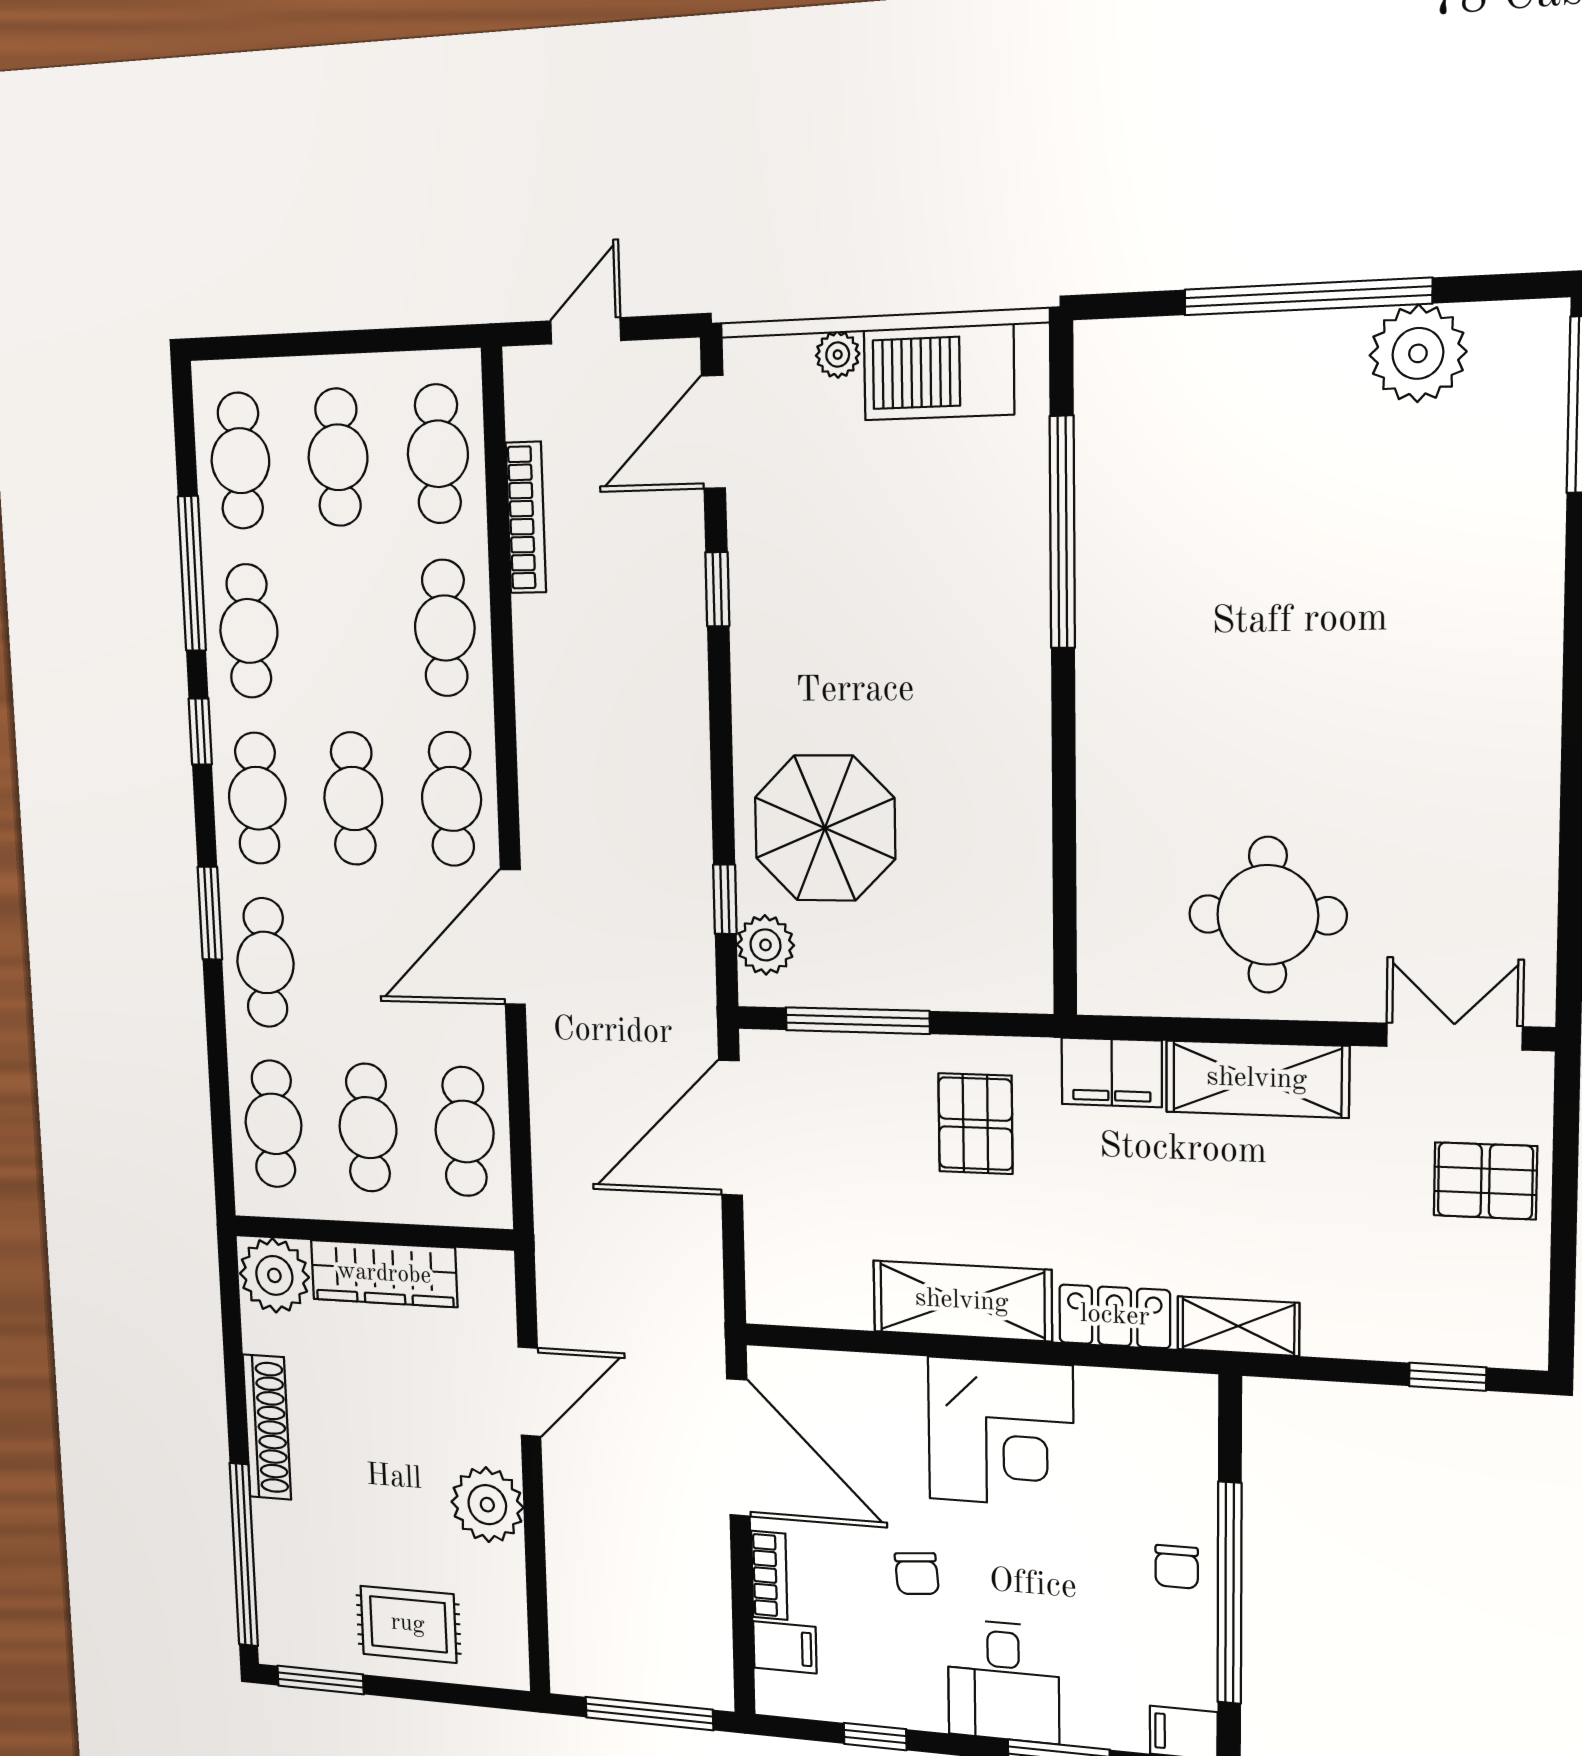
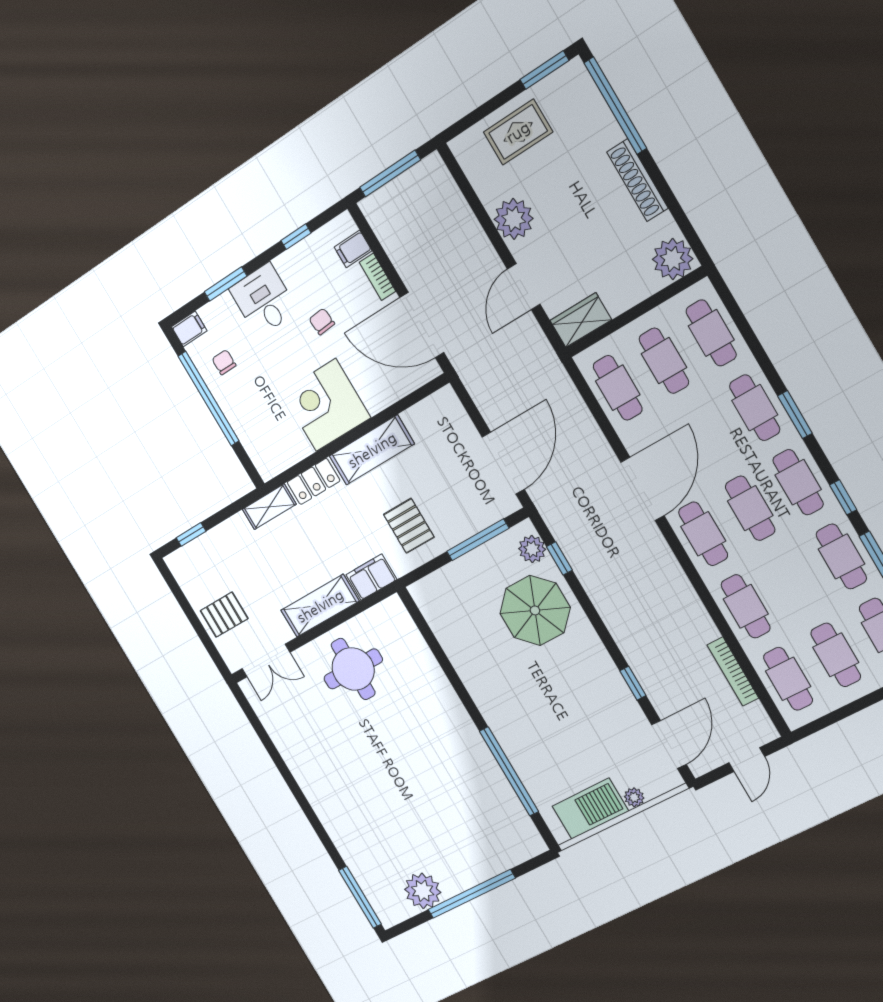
wardrobe: (384, 1274) -> (581, 320), moved, width x0.67
chair: (1177, 1567) -> (224, 362), moved

